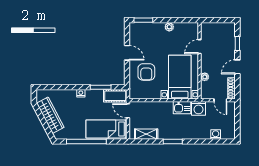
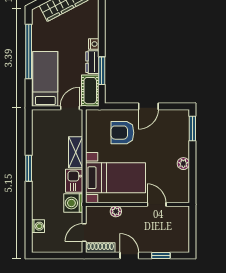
dresser: (94, 94) -> (92, 62), added
shelving: (146, 134) -> (76, 152), moved

